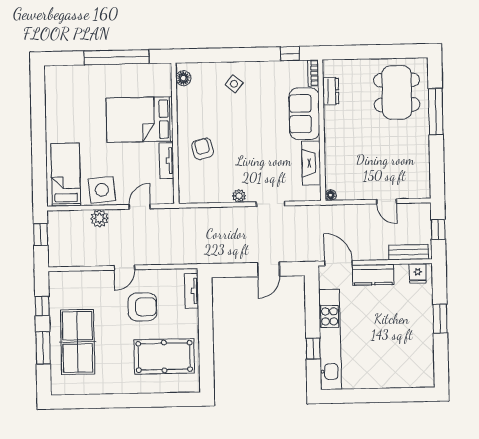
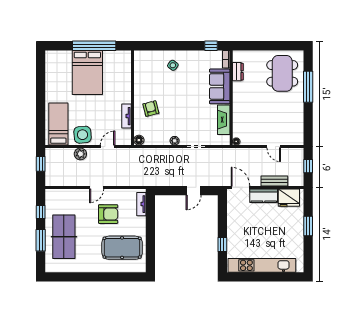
floor lamp: (183, 78) -> (139, 140), moved
bed: (140, 120) -> (87, 72), moved, turned -90
bench: (408, 252) -> (274, 181), moved
fridge: (418, 273) -> (289, 198), width x1.88, depth x1.34
kitchen unit: (330, 339) -> (262, 265), moved, turned -90

